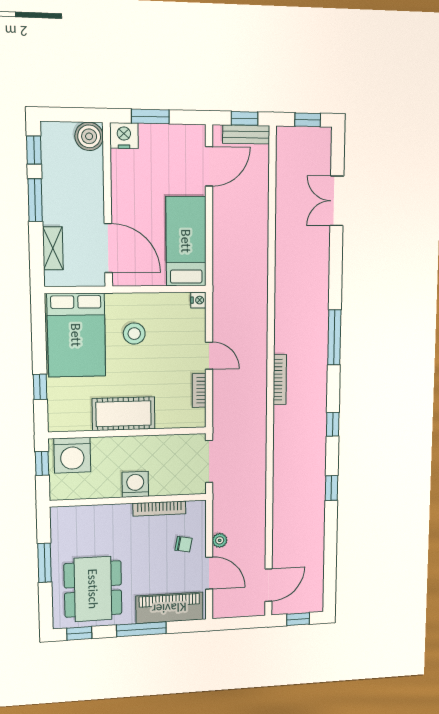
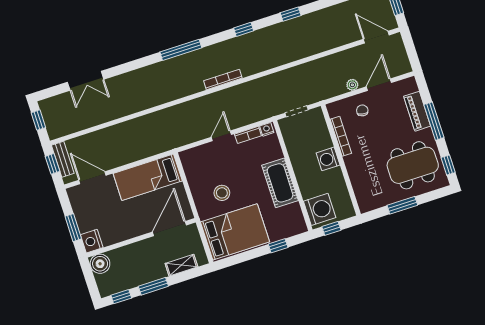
nightstand: (198, 300) -> (267, 129), moved
doorway: (209, 461) -> (297, 111), width x0.73
piano: (169, 608) -> (417, 111), width x0.73, depth x0.75

